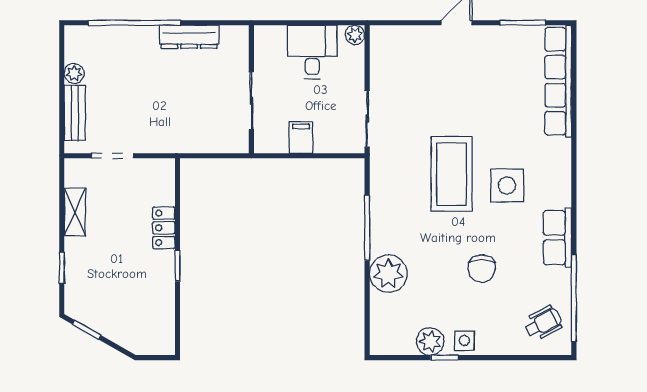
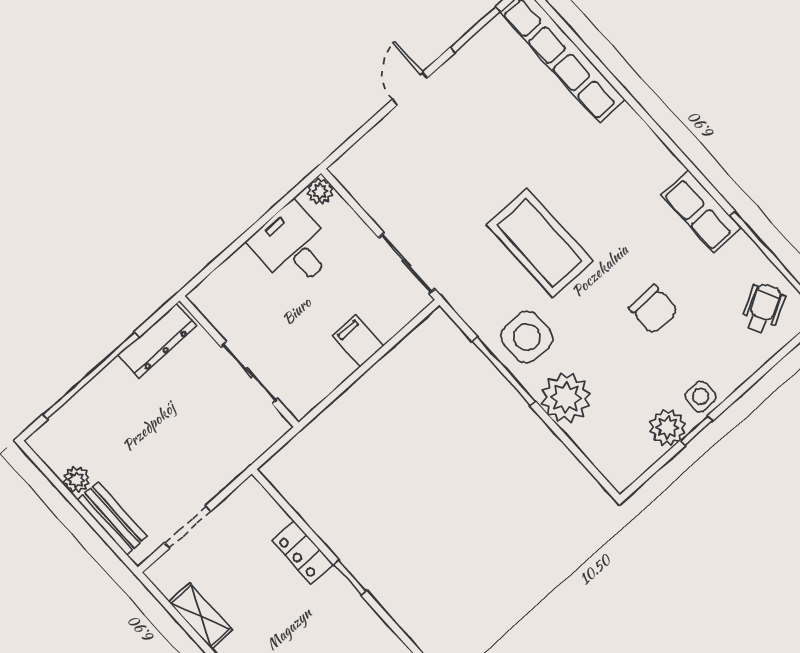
wall: (251, 89) -> (239, 361), moved
sliding door: (251, 101) -> (249, 373), moved
side table: (507, 185) -> (527, 337), moved

